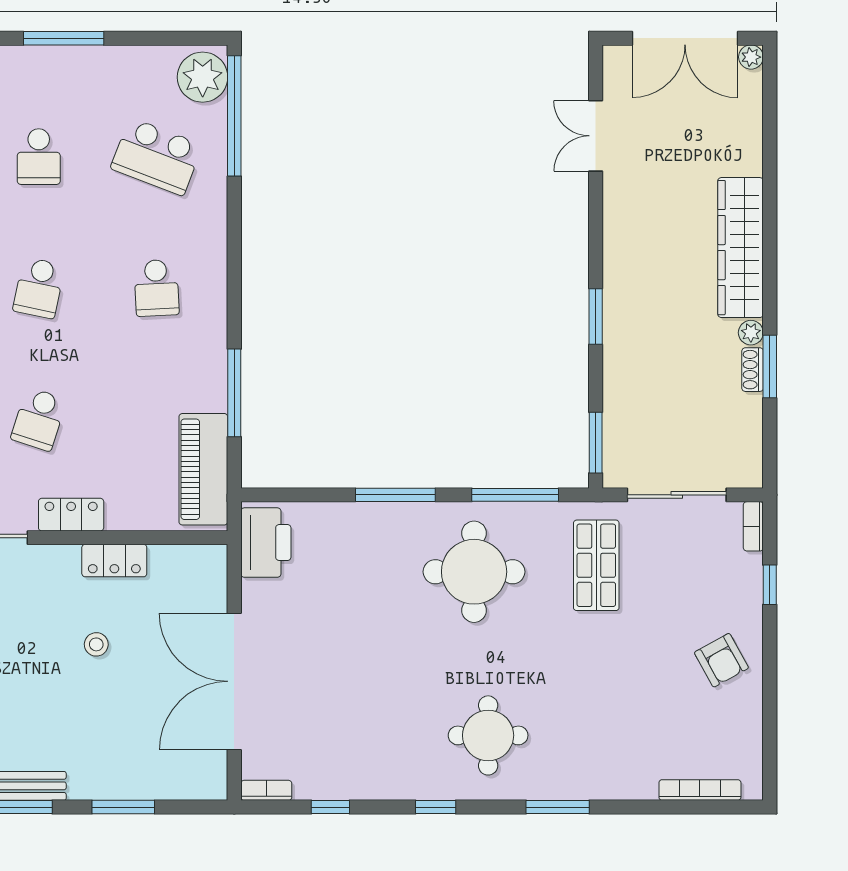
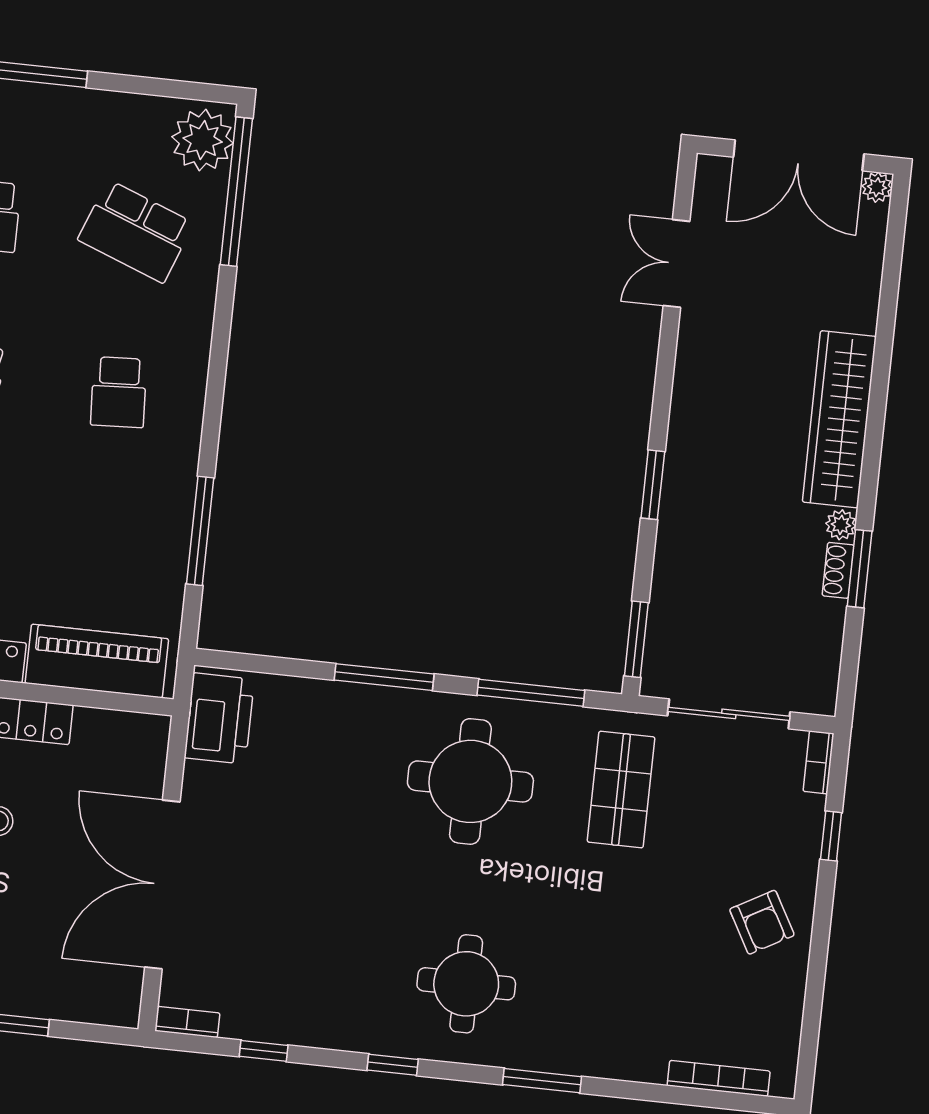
piano: (203, 469) -> (97, 661), moved, turned 90

